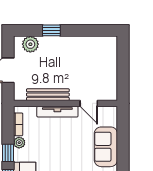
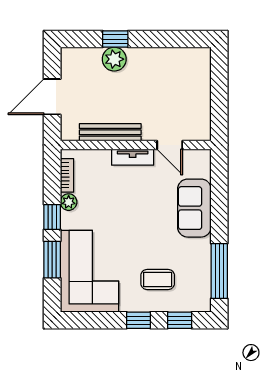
plant: (30, 44) -> (114, 59), moved
tv unit: (57, 112) -> (133, 157), width x0.71

